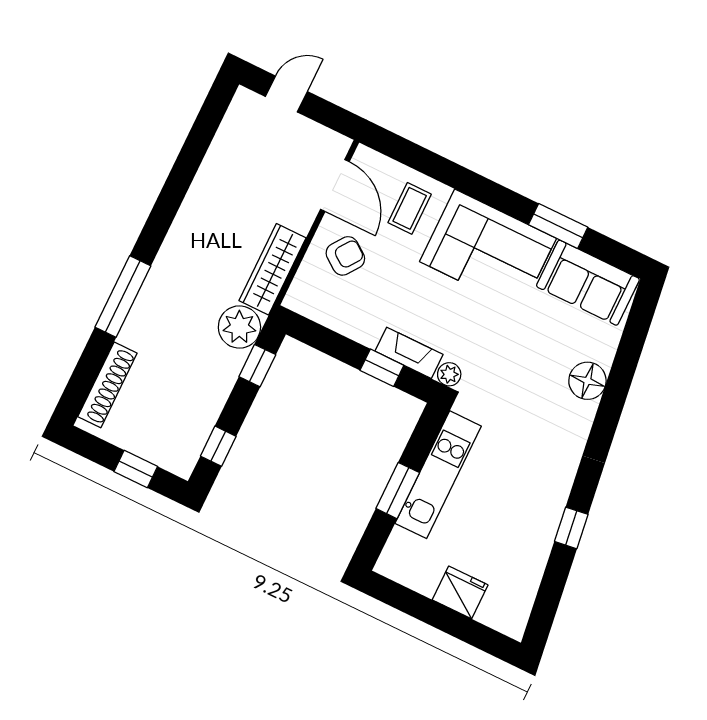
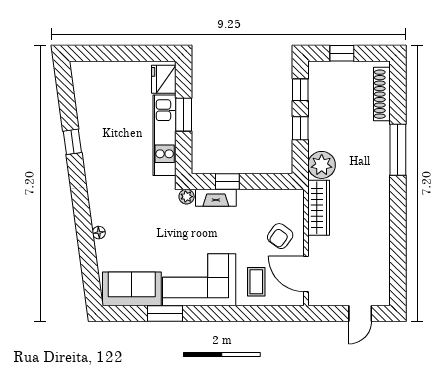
window: (257, 366) -> (300, 128), moved
floor lamp: (587, 381) -> (99, 233), width x0.53, depth x0.53
fridge: (460, 592) -> (164, 79), moved, turned 90

